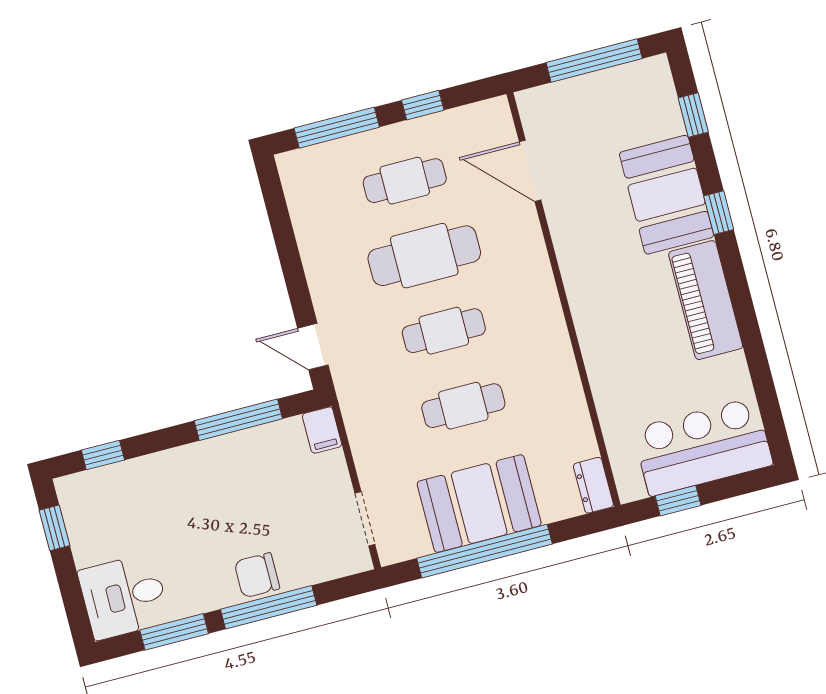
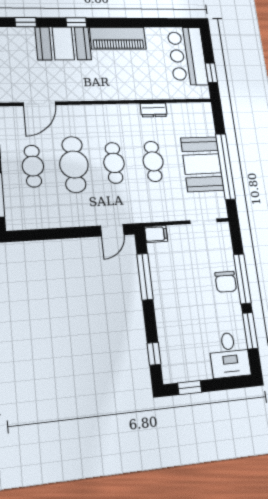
dresser: (593, 485) -> (154, 110), moved

